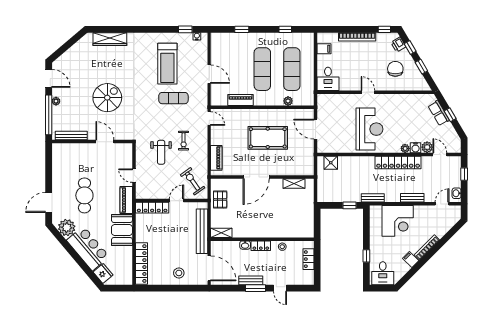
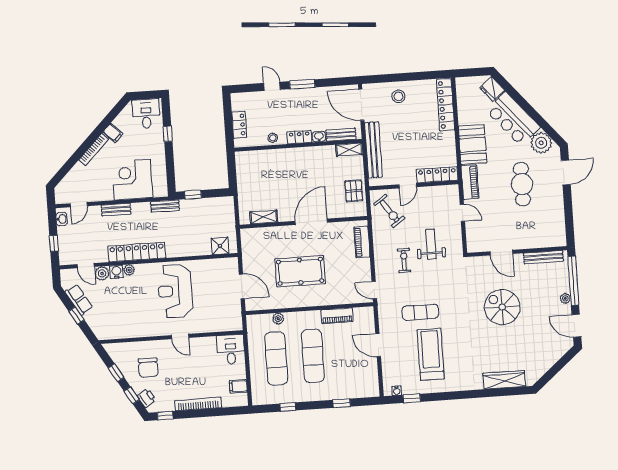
spiral stairs: (107, 98) -> (502, 307), turned 90
row of seats: (439, 113) -> (79, 300), moved
bench: (251, 280) -> (341, 135), moved

